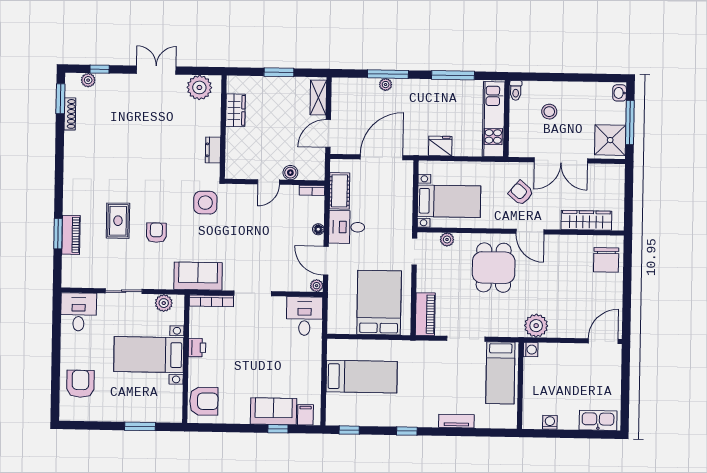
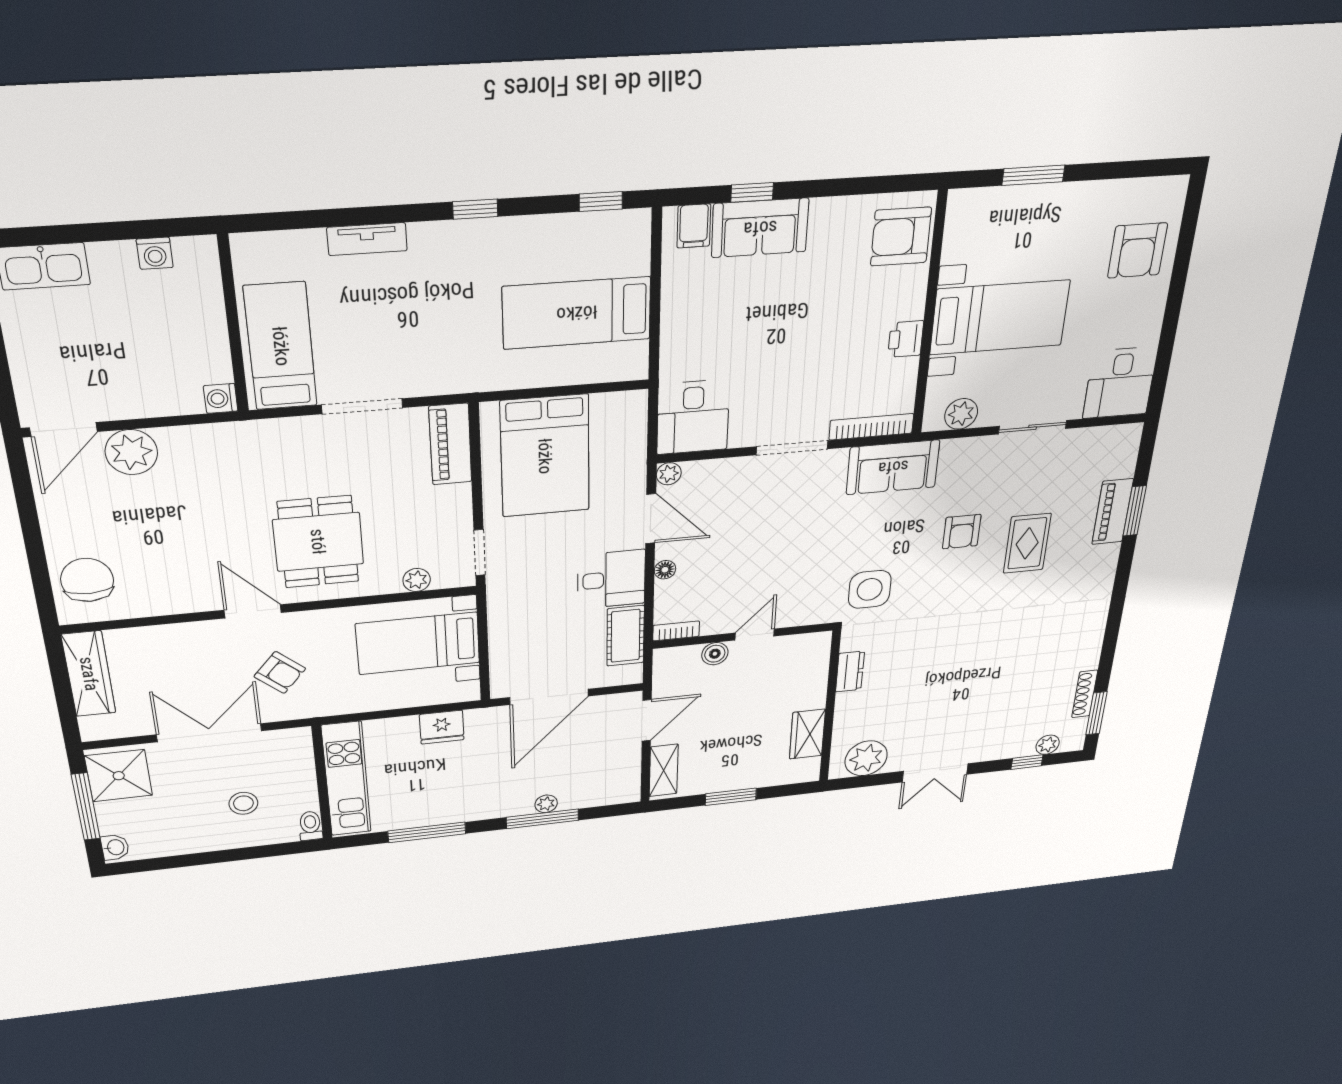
wardrobe: (586, 220) -> (89, 674), moved, turned -90
plant: (536, 326) -> (131, 452), moved

